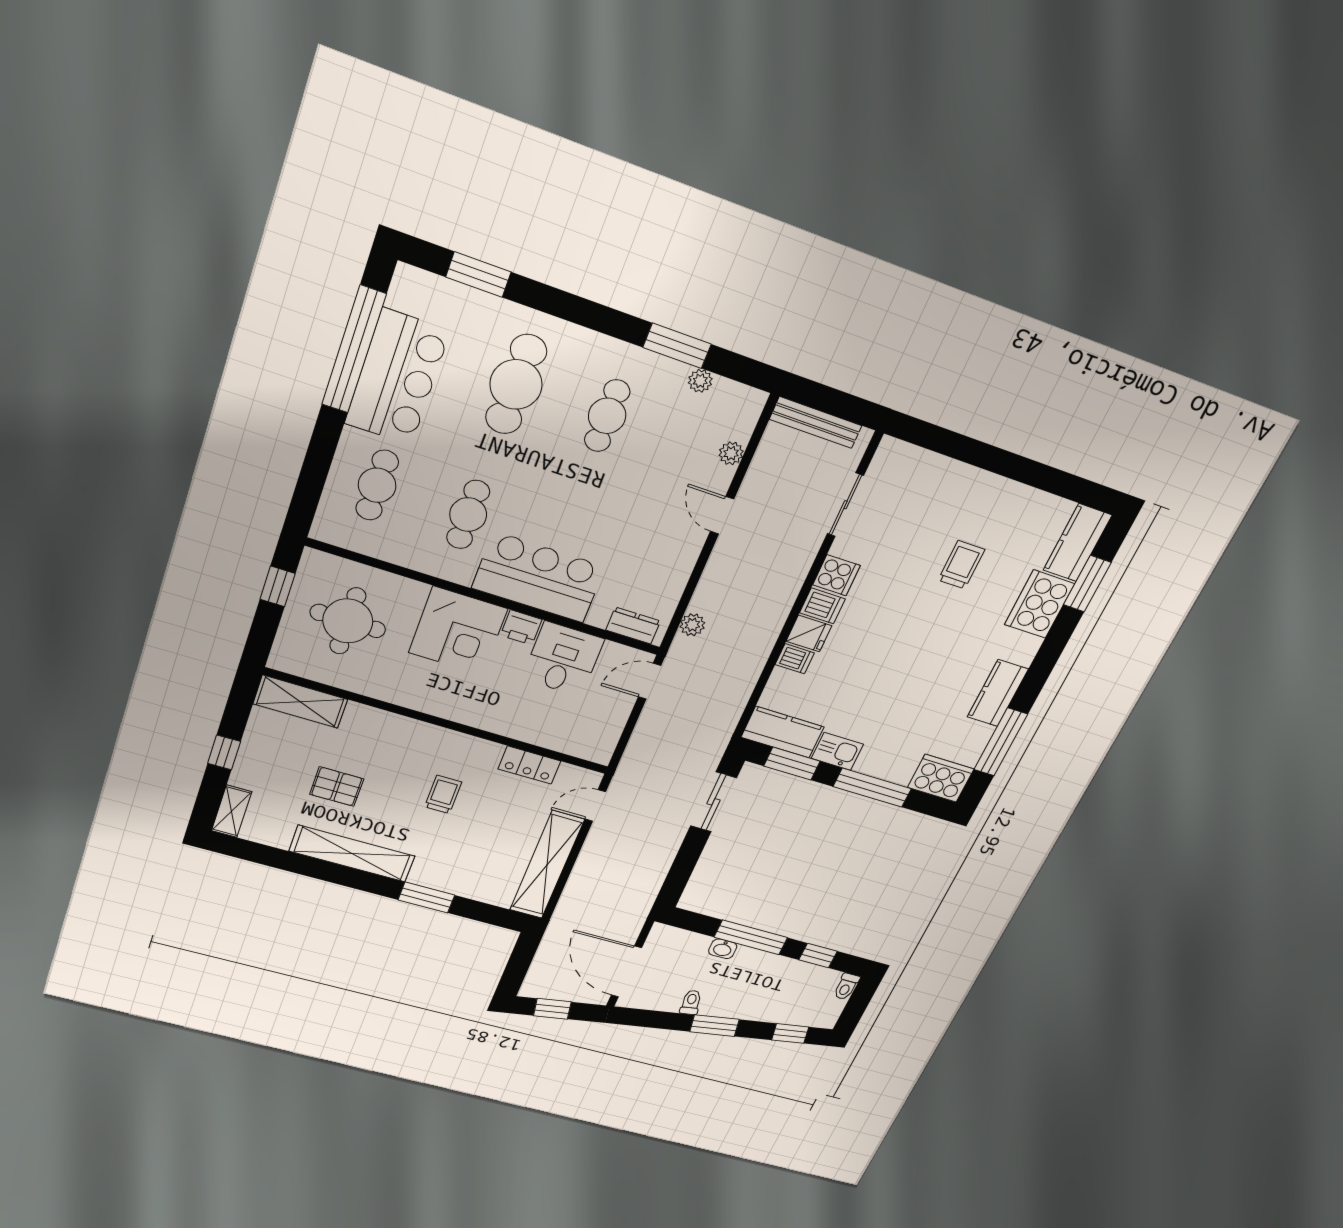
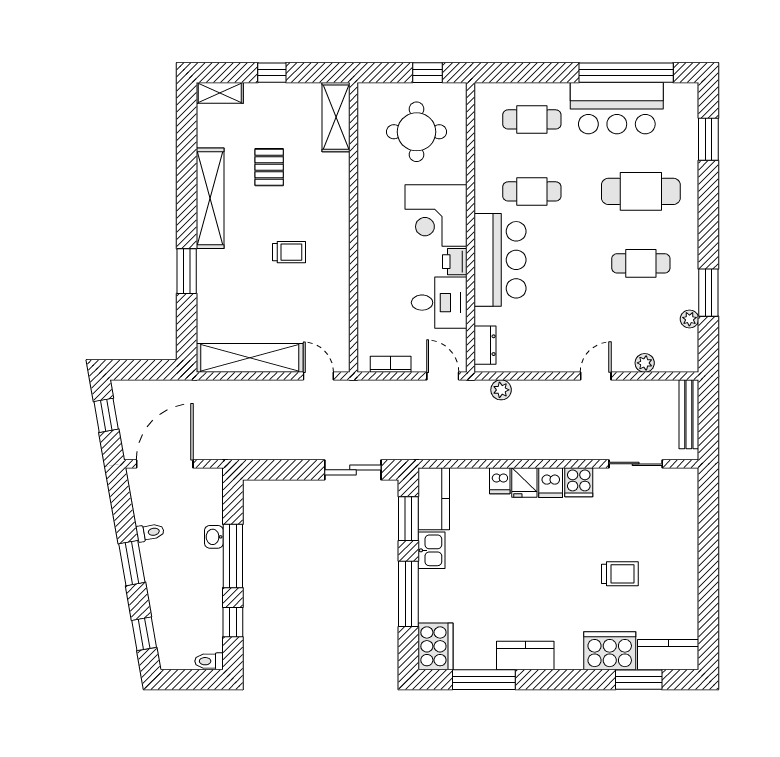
bookcase: (613, 730) -> (391, 364), added
locker: (529, 765) -> (338, 310), removed

